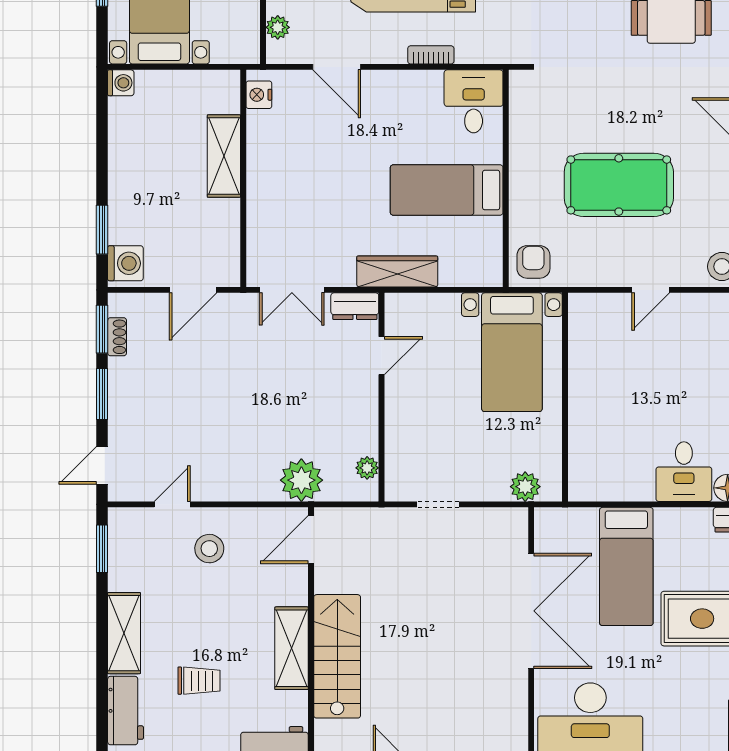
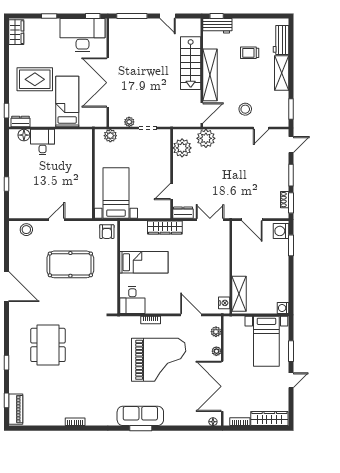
shelving: (224, 156) -> (239, 294), moved
door: (193, 290) -> (252, 220), swing flipped
plant: (367, 468) -> (182, 148), width x1.87, depth x1.87
plant: (481, 519) -> (129, 122), added
shelving: (292, 648) -> (210, 75), width x1.47

